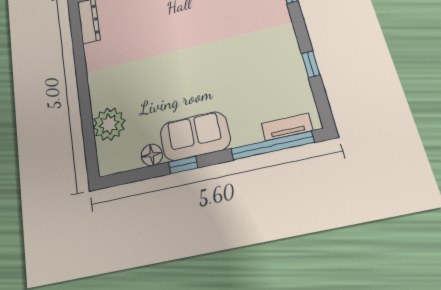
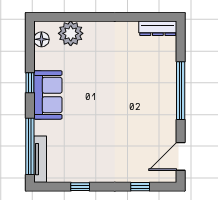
tv unit: (287, 127) -> (40, 159), width x1.41
floor lamp: (152, 155) -> (41, 39), moved

